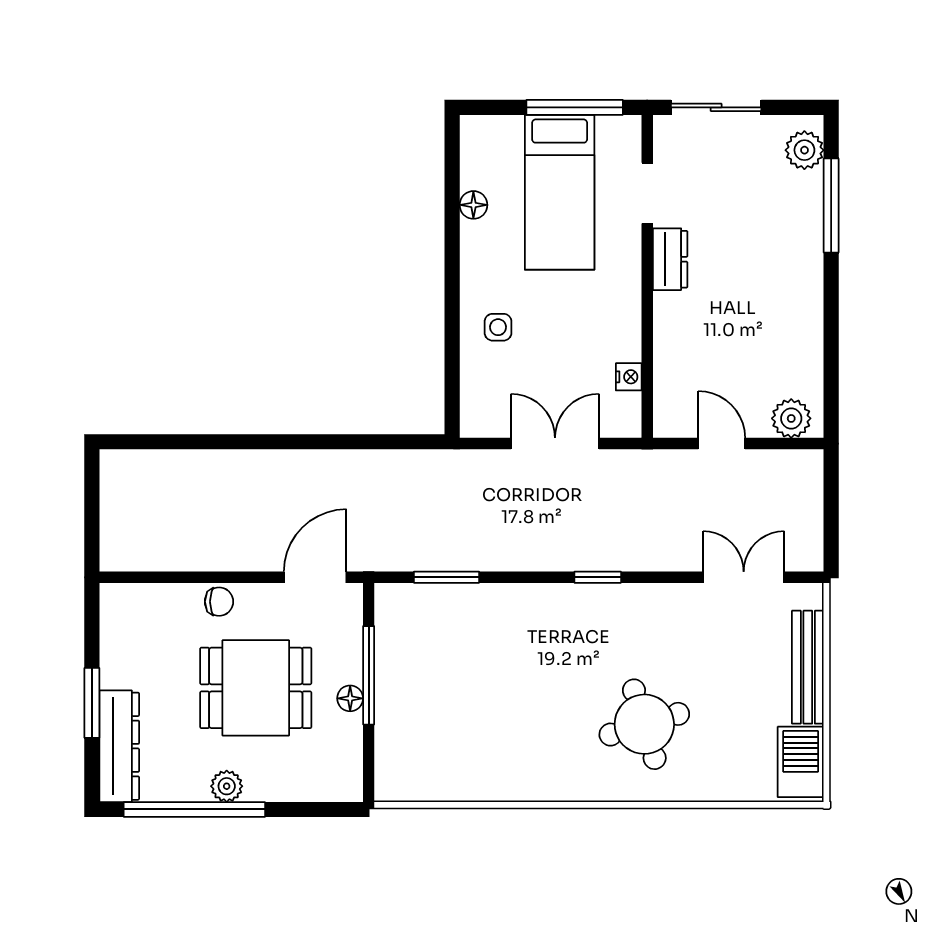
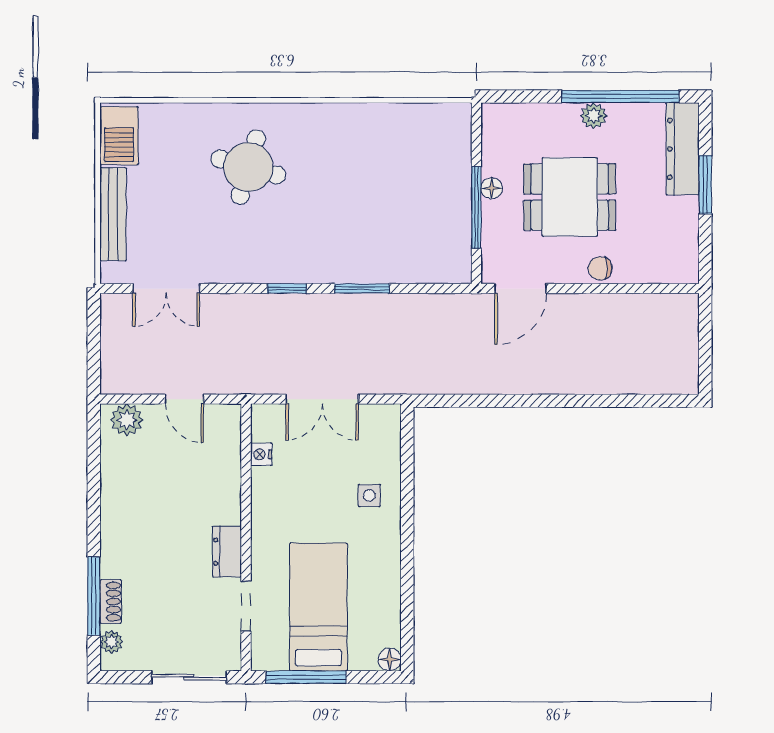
plant: (804, 150) -> (112, 642), width x0.73, depth x0.73
shoe rack: (811, 199) -> (111, 602), added
floor lamp: (473, 205) -> (390, 660), moved
window: (447, 577) -> (362, 289), moved
round table: (644, 724) -> (248, 167), turned 33

